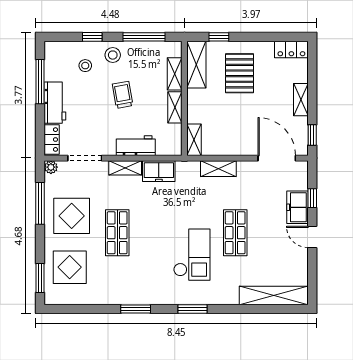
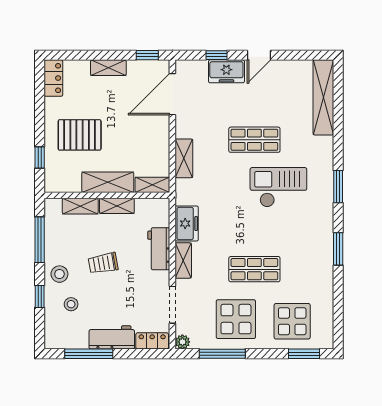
shelving: (196, 65) -> (108, 182), moved

